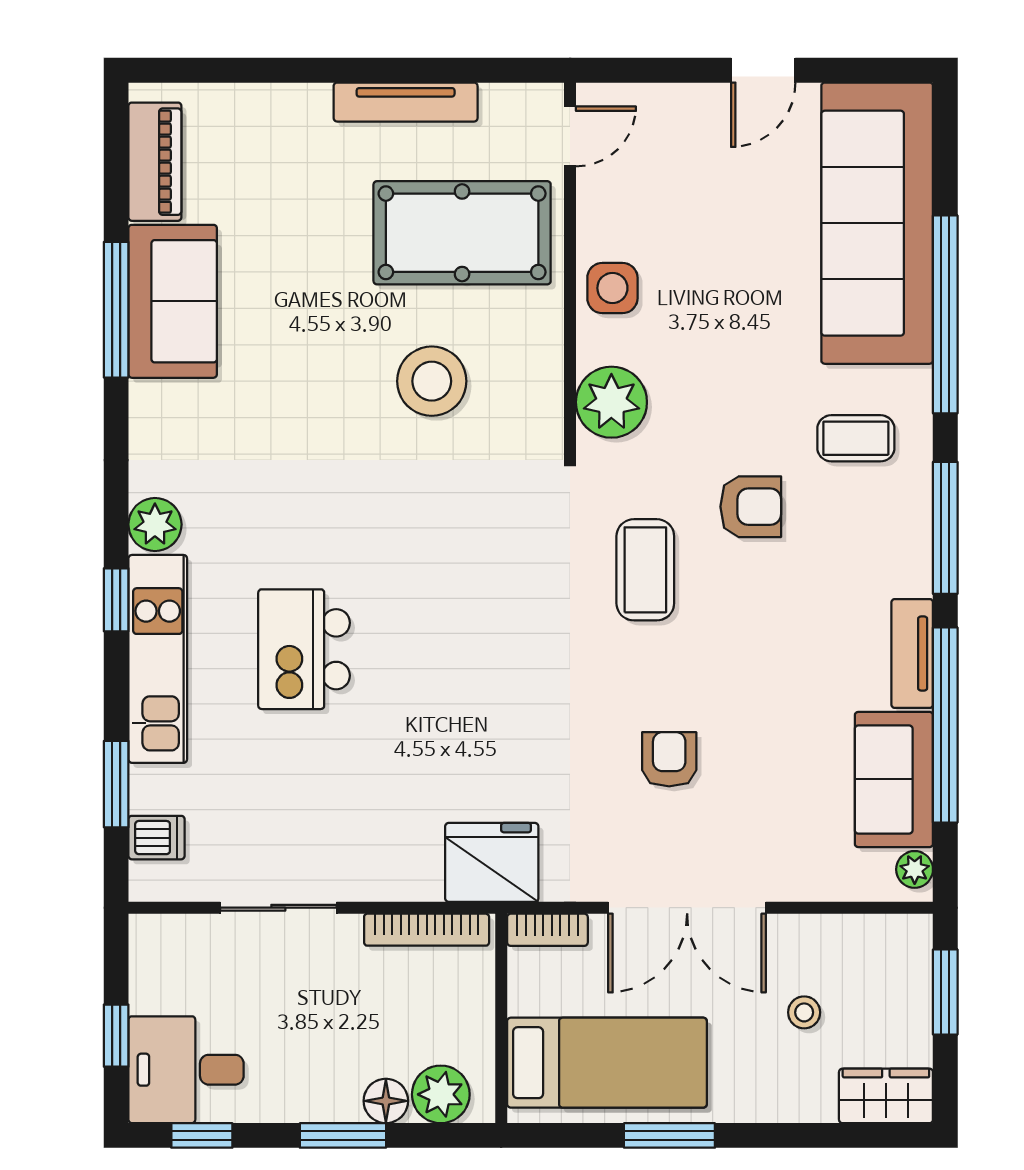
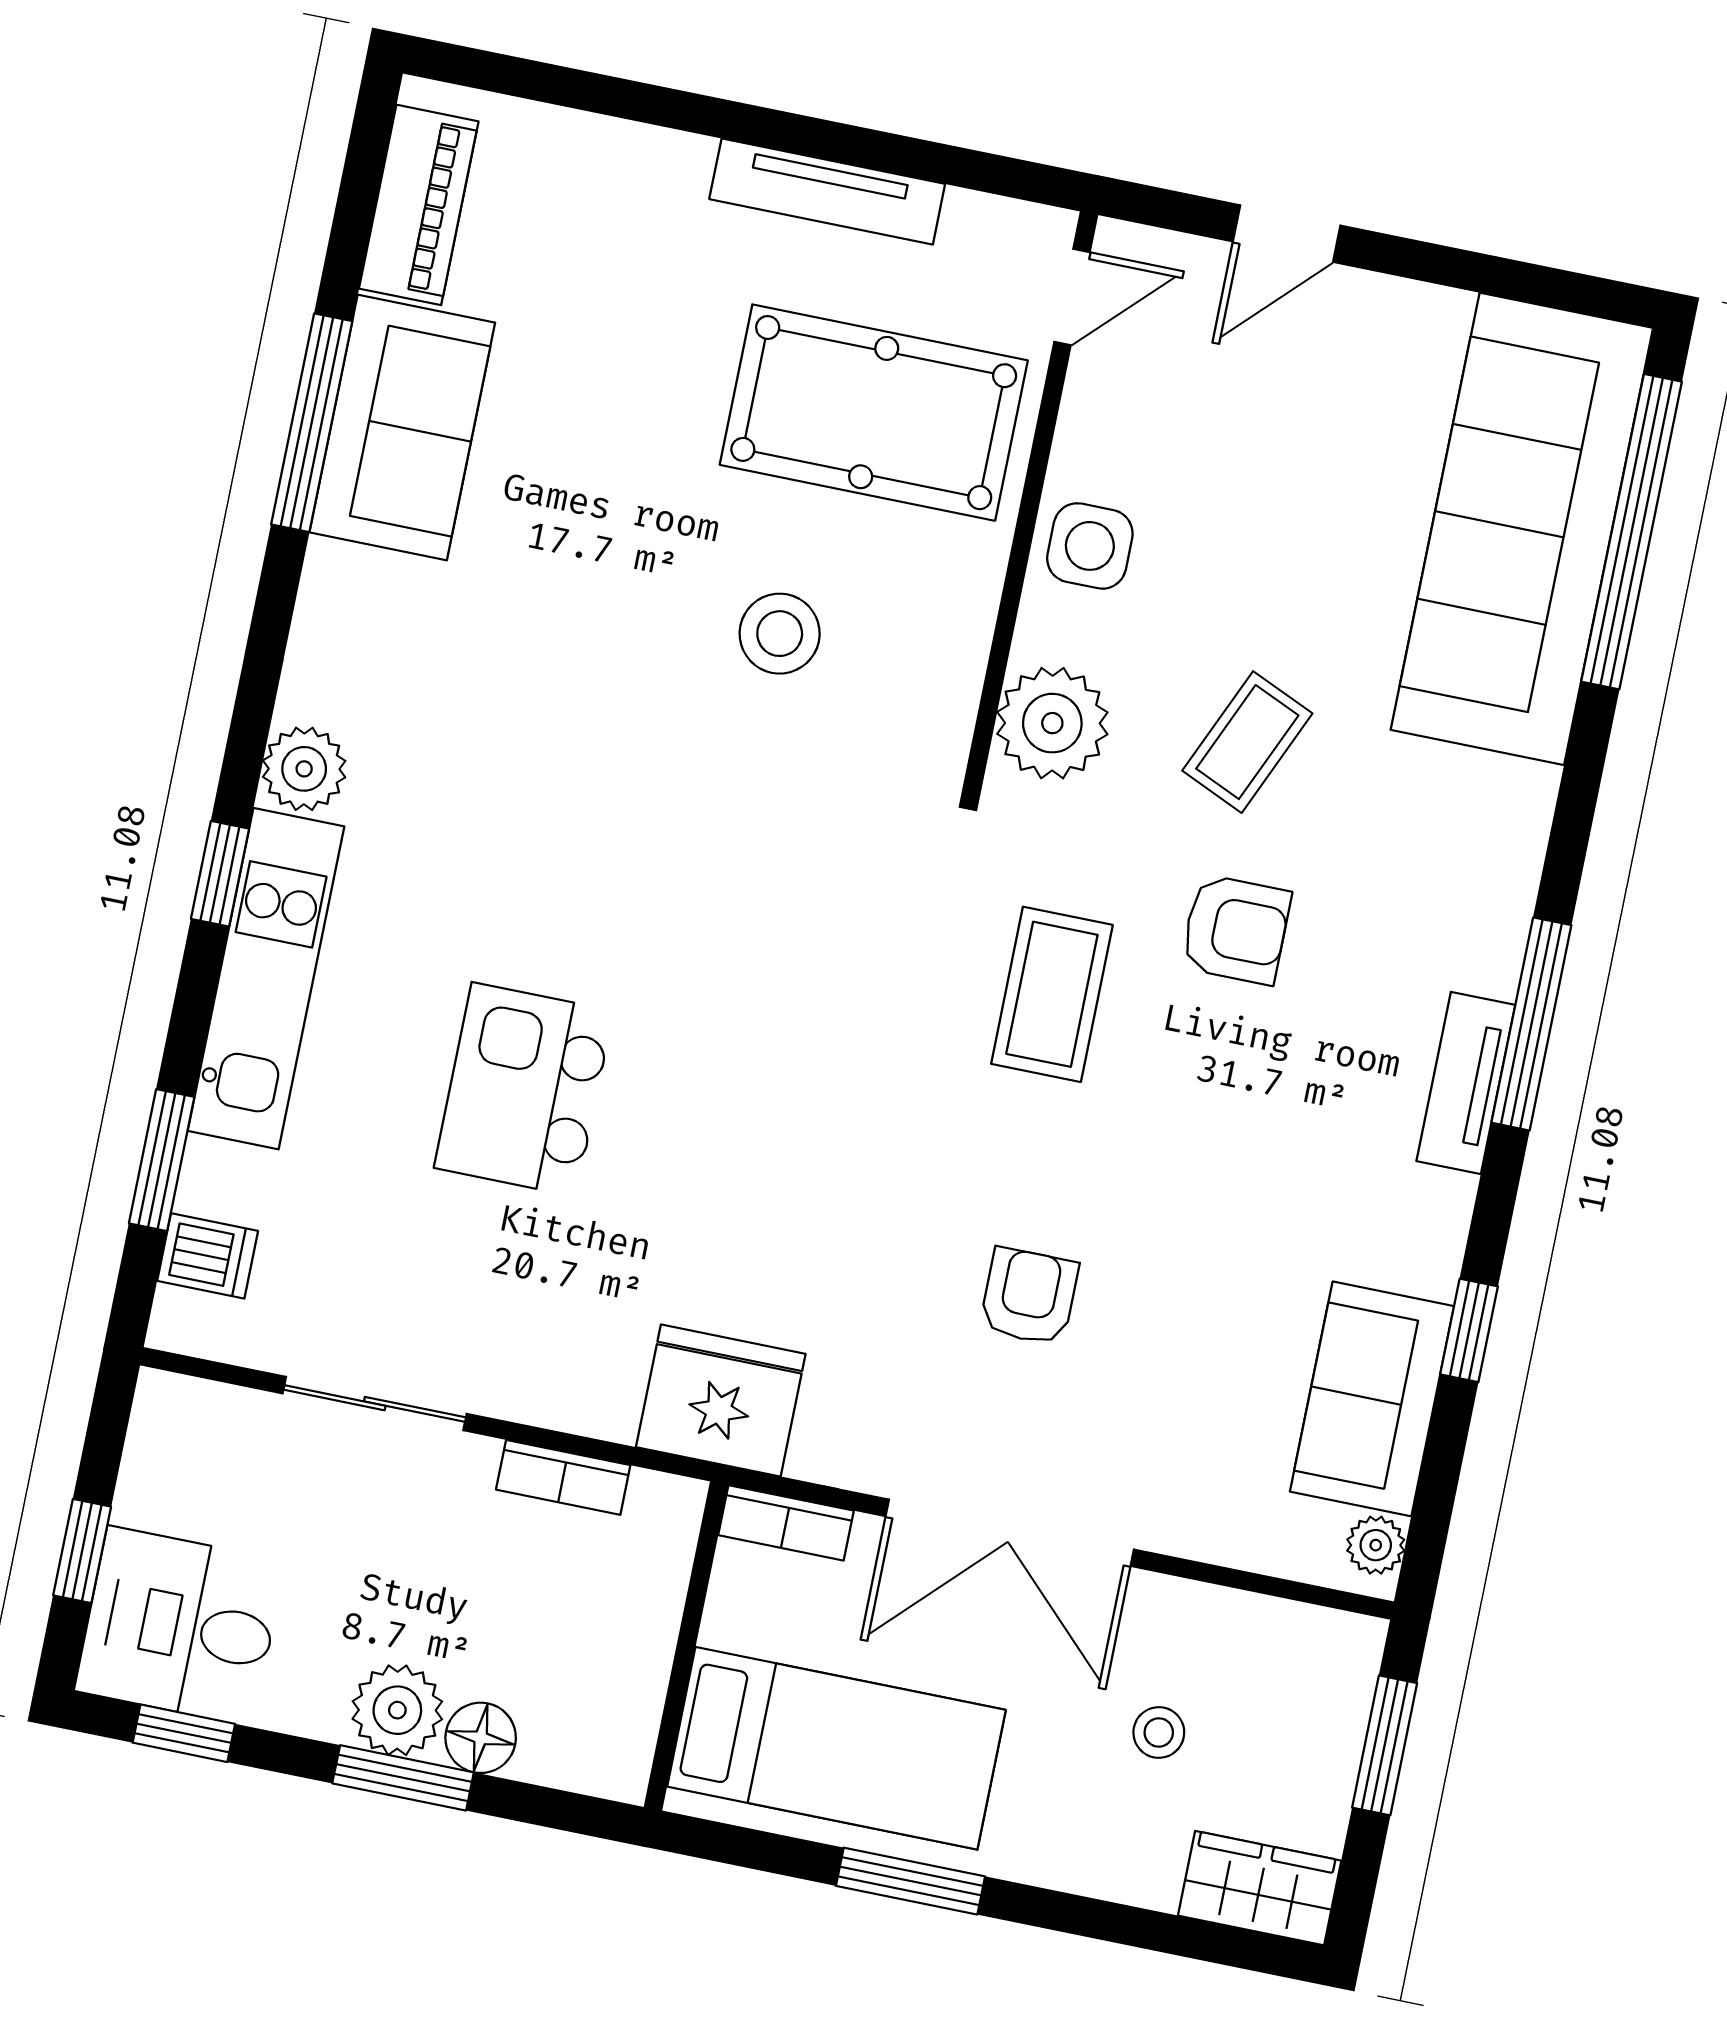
door: (763, 70) -> (1287, 234), moved
window: (945, 314) -> (1632, 532), moved
stool: (432, 381) -> (780, 634), width x0.73, depth x0.73
coffee table: (856, 438) -> (1247, 742), moved, turned -66
kitchen island: (304, 649) -> (524, 1089), moved
tv unit: (912, 653) -> (1466, 1083), moved
window: (945, 725) -> (1469, 1330), width x0.32
bookcase: (427, 930) -> (563, 1477), width x0.64
plant: (441, 1094) -> (397, 1710), moved

